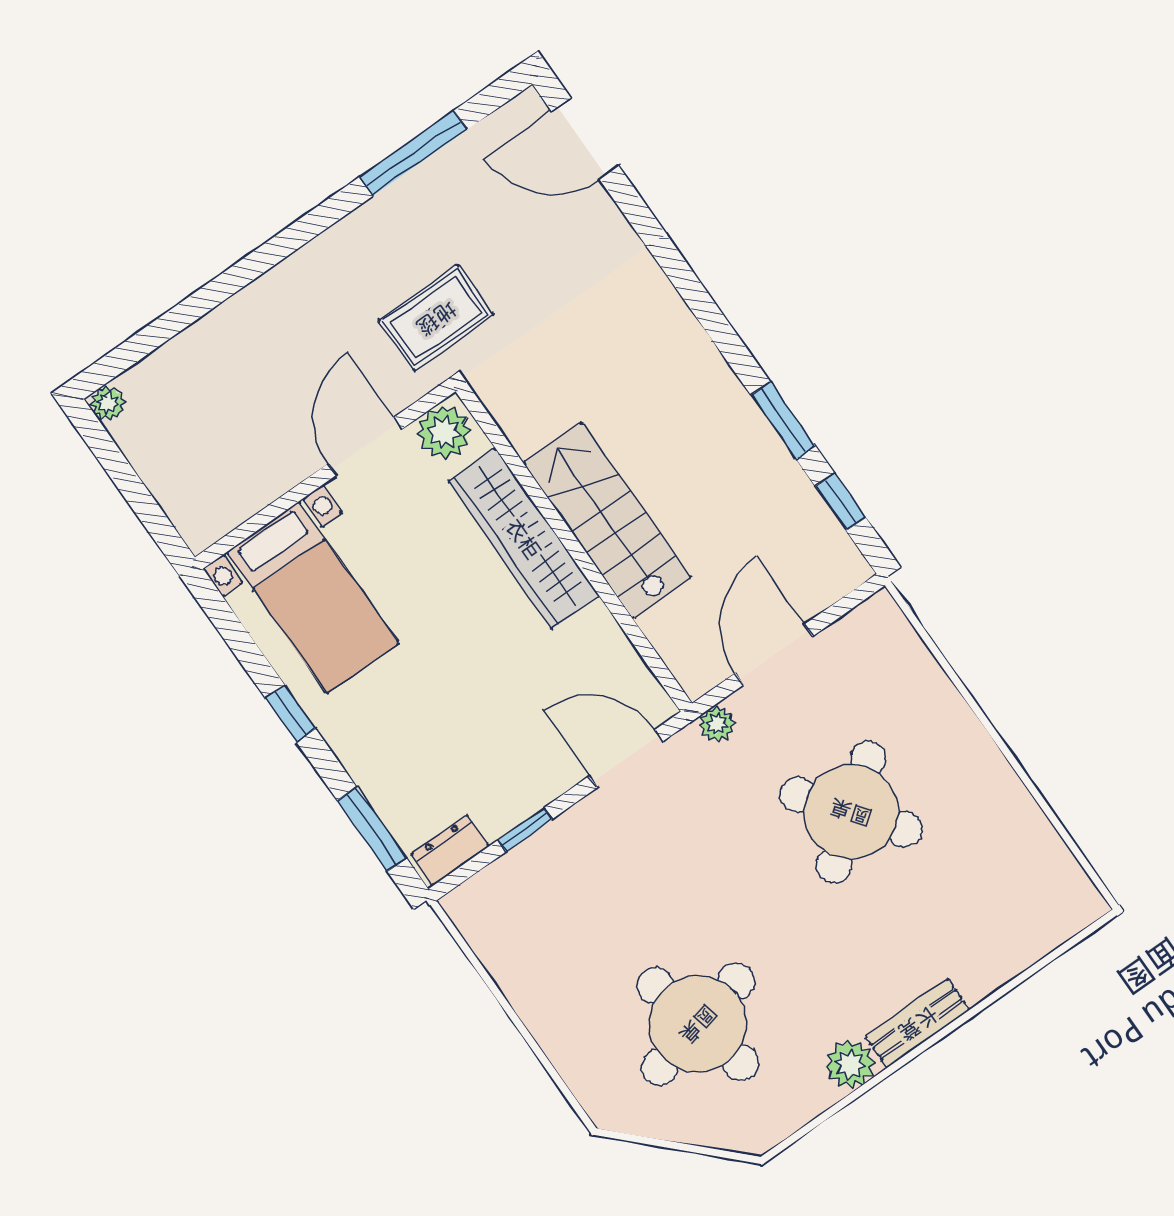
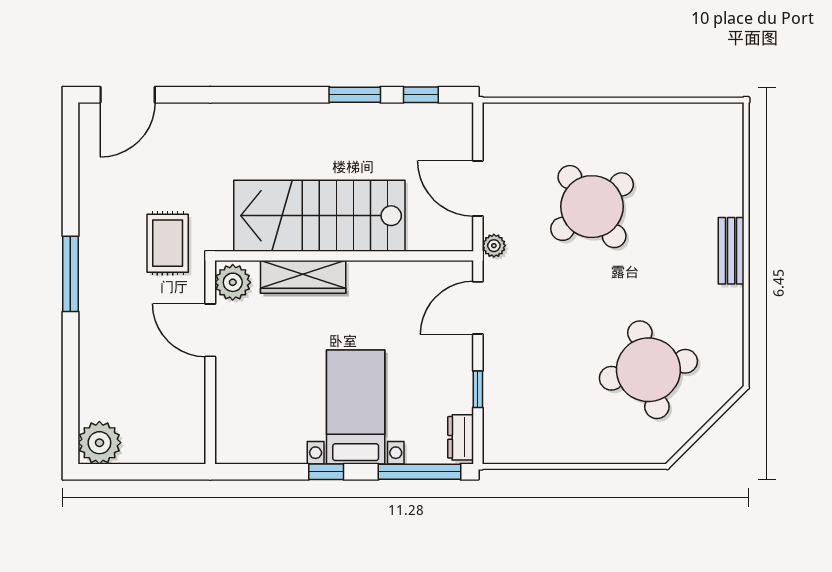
window: (414, 153) -> (70, 274), moved
plant: (108, 403) -> (99, 443), width x1.87, depth x1.87
stairs: (607, 520) -> (319, 216), width x1.36, depth x1.51
wardrobe: (523, 539) -> (303, 277), width x0.71, depth x0.85
bed with nightstands: (313, 598) -> (356, 407), moved, turned -90
window: (372, 829) -> (420, 472), width x1.44
plant: (850, 1064) -> (728, 303), removed

